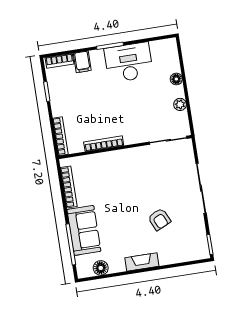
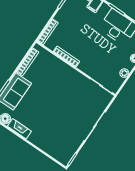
armchair: (159, 219) -> (59, 122), removed
fireplace: (142, 262) -> (19, 129), moved

